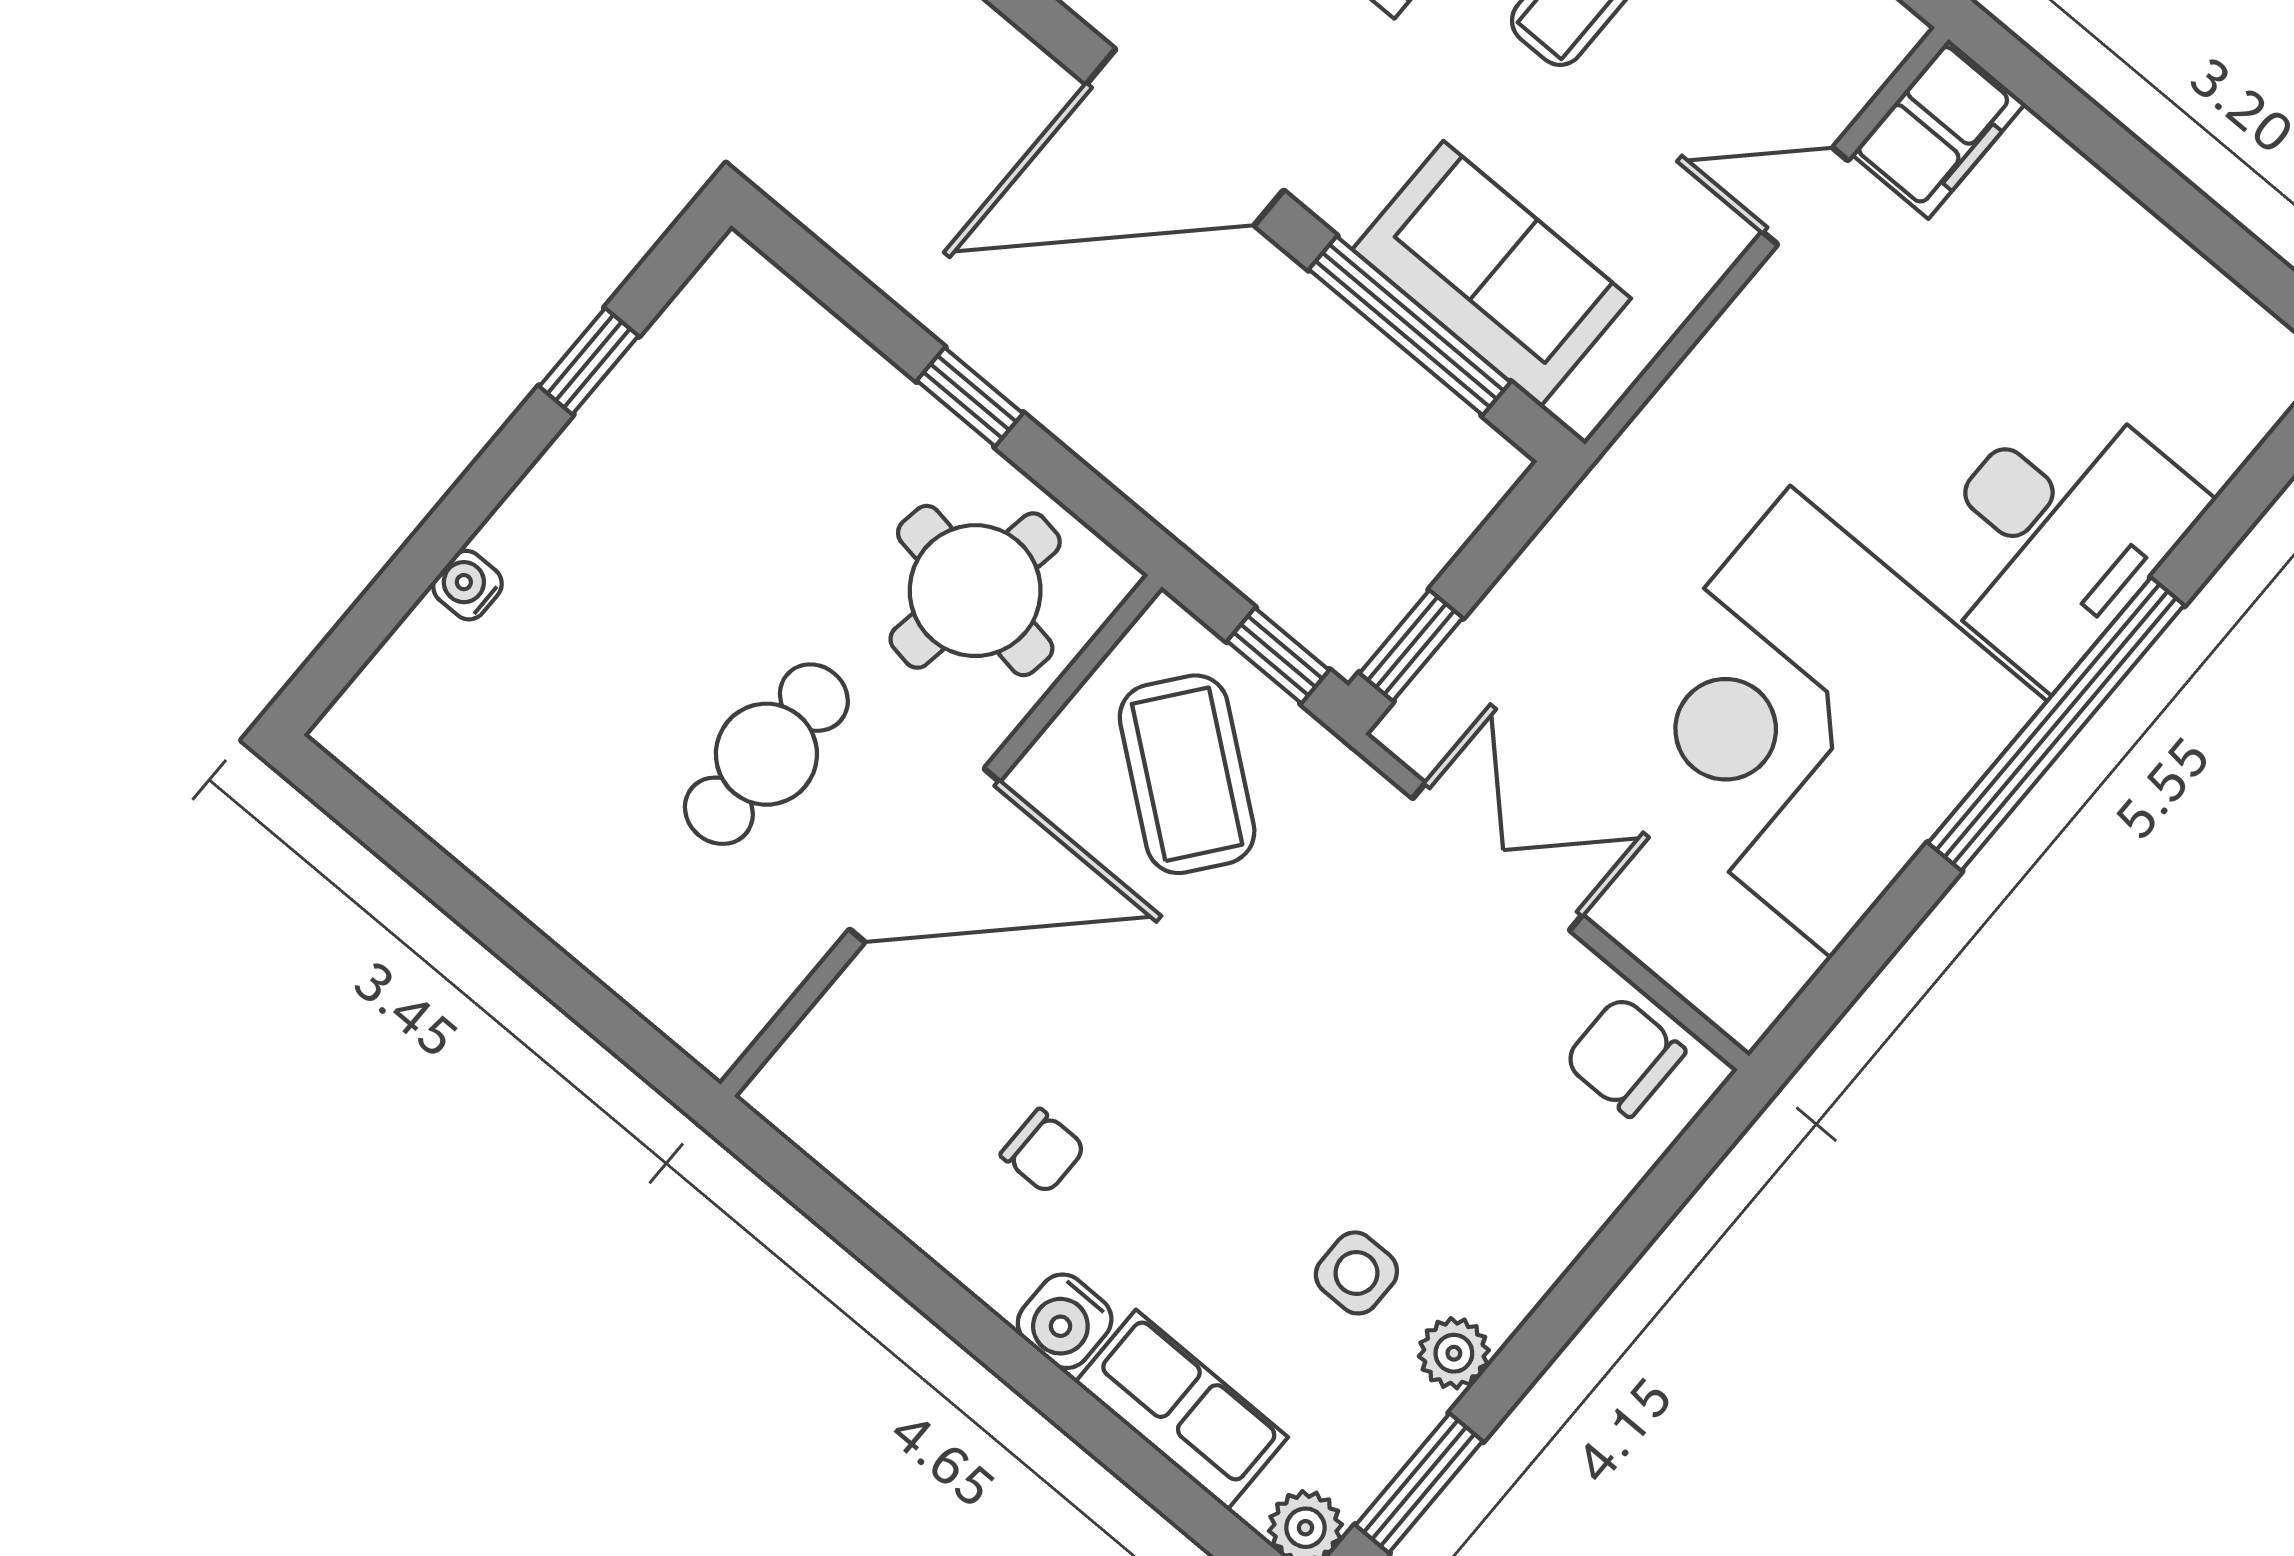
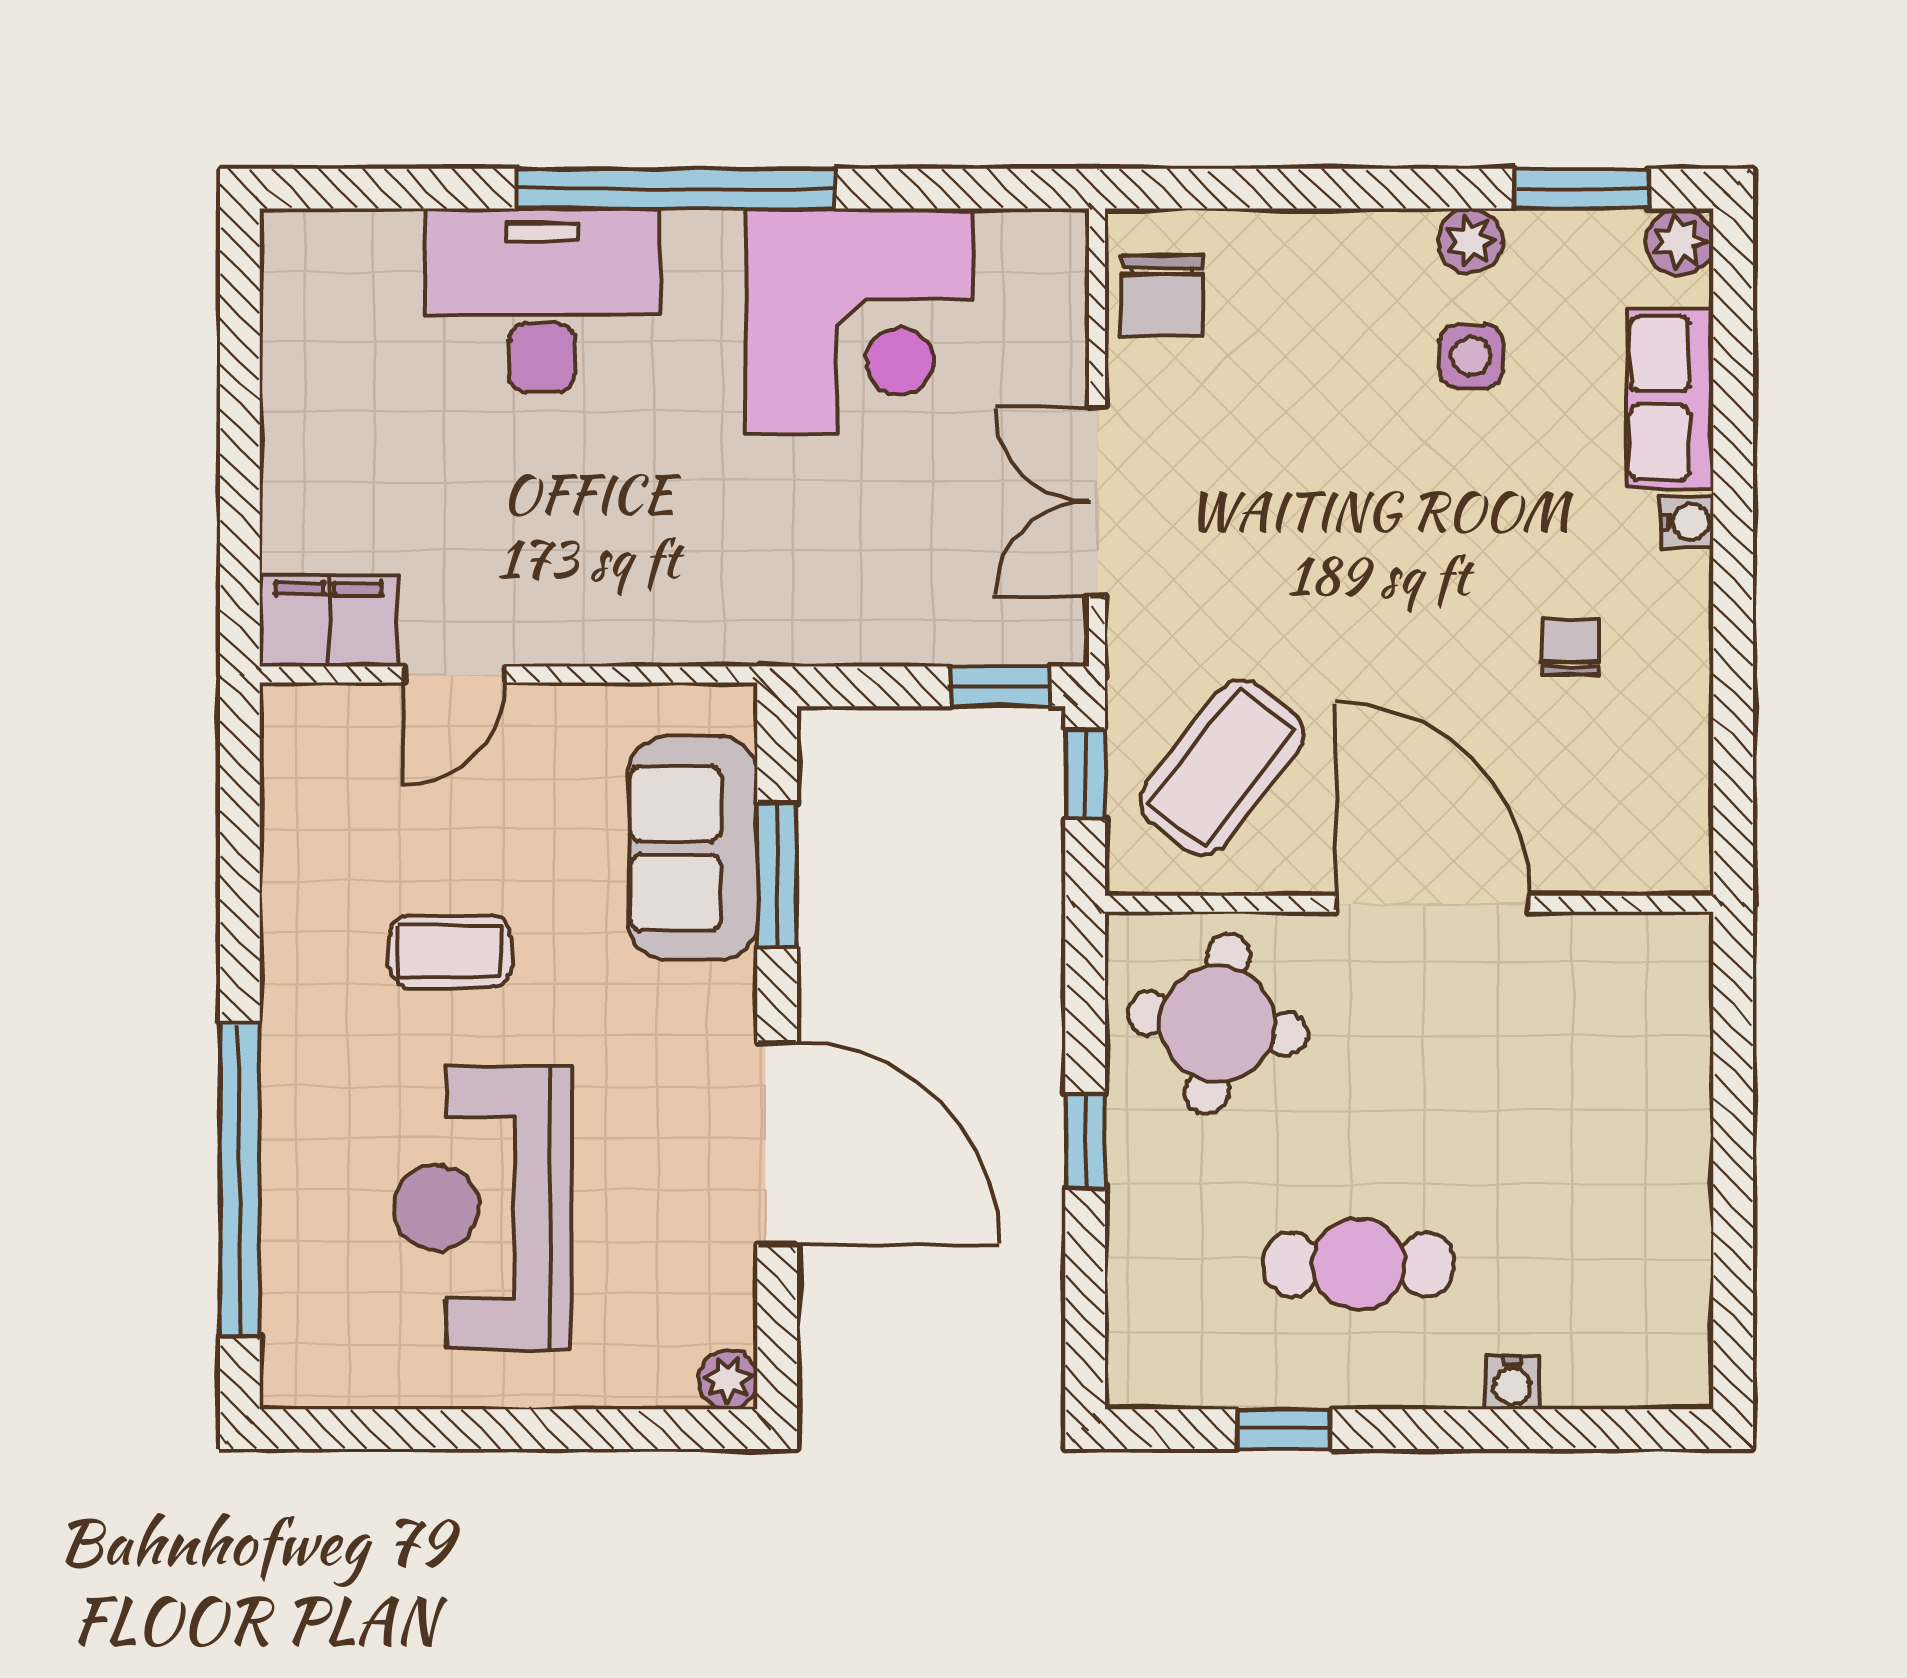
door: (1805, 196) -> (454, 675), hinge flipped
window: (1410, 326) -> (777, 875), width x0.69
corner desk: (1811, 722) -> (859, 321), width x0.74, depth x0.74
cafe table: (766, 754) -> (1359, 1264), moved
water cooler: (1065, 1321) -> (1687, 522), width x0.72, depth x0.72

